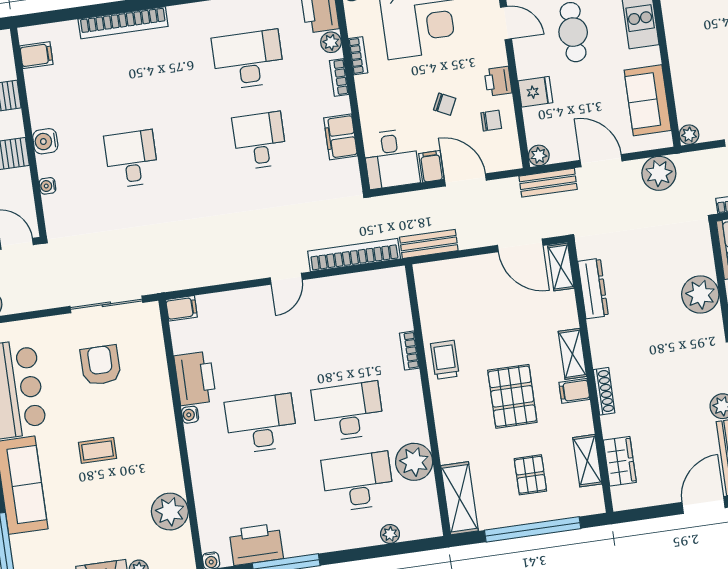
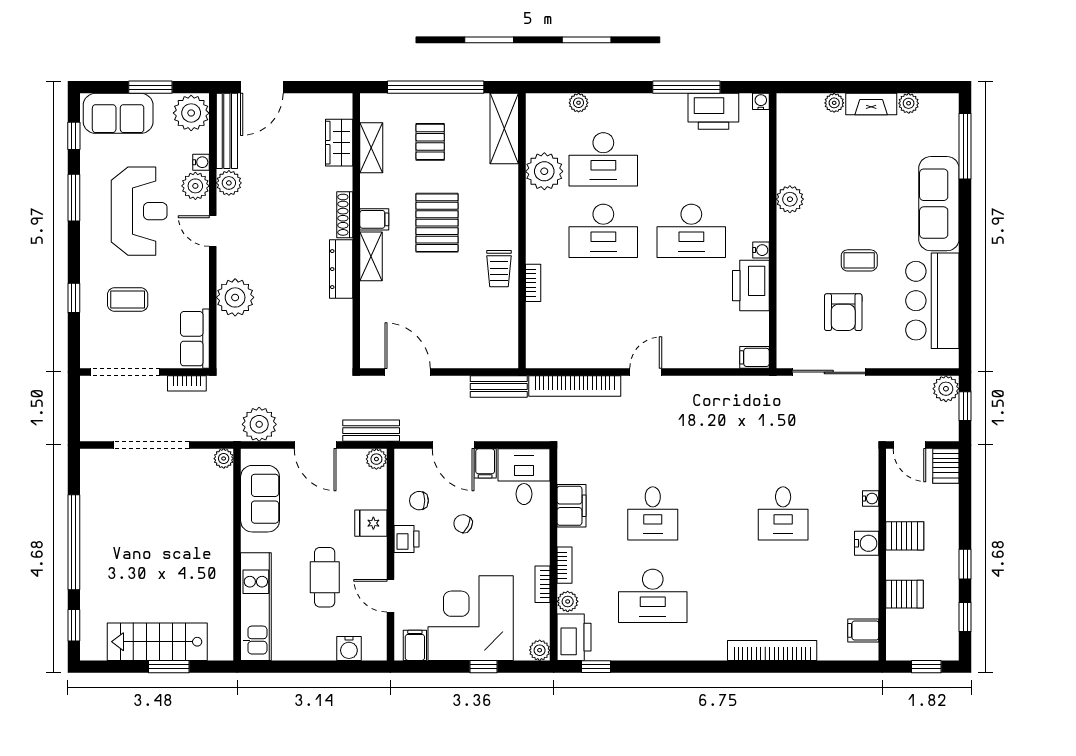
shelving: (561, 267) -> (370, 345), removed
dresser: (593, 289) -> (341, 269), moved
coffee table: (98, 450) -> (859, 260), moved
plant: (170, 512) -> (790, 199), moved, width x0.73, depth x0.73

